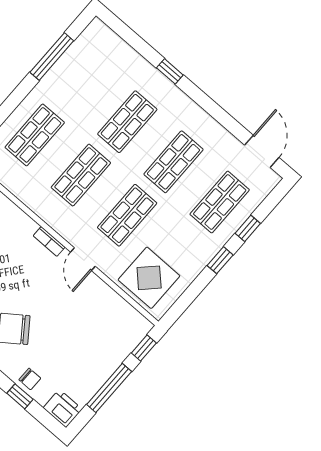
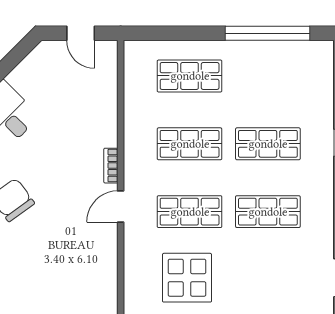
window: (52, 57) -> (267, 33), width x1.46
shop shelf: (220, 202) -> (268, 279), removed
display table: (149, 278) -> (187, 278), moved

